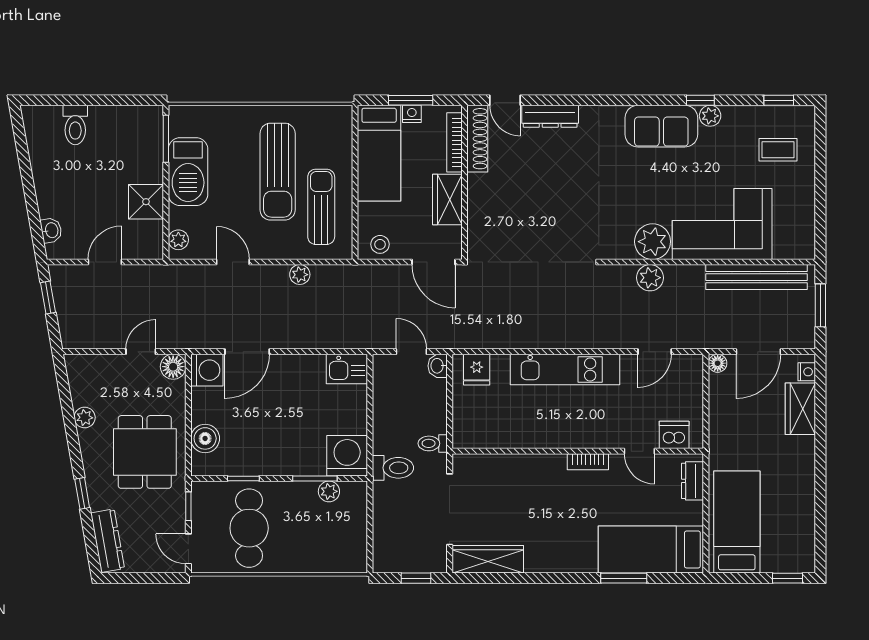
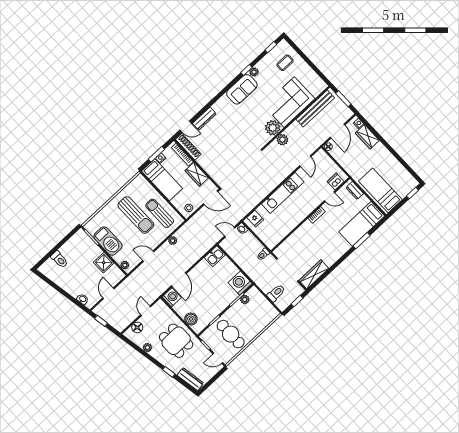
floor lamp: (173, 367) -> (137, 327), moved
toilet: (393, 468) -> (276, 293), moved

